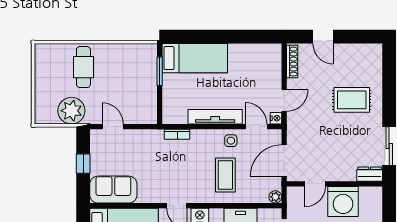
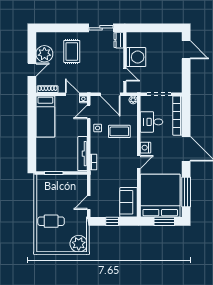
plant: (348, 57) -> (44, 54), added
bed: (195, 58) -> (45, 117), moved, turned 180
plant: (71, 111) -> (79, 244), moved
tv unit: (215, 117) -> (83, 154), moved

